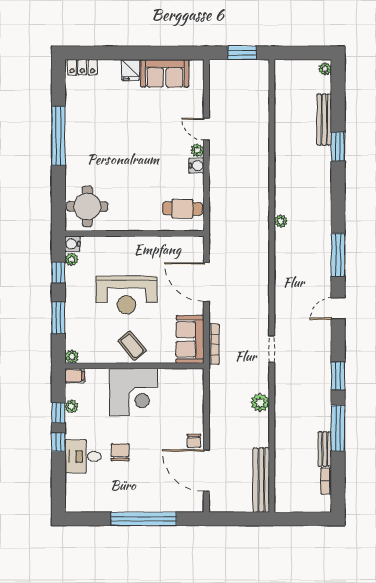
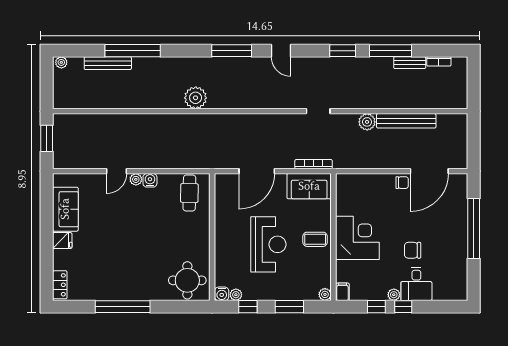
window: (338, 147) -> (133, 51), width x2.11
plant: (281, 221) -> (196, 98), width x1.87, depth x1.87
coffee table: (132, 346) -> (315, 239), turned 40
plant: (72, 407) -> (394, 295), moved
bench: (261, 480) -> (406, 121), moved

